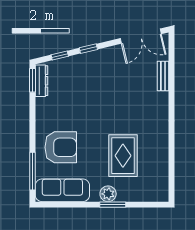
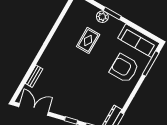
rug: (123, 156) -> (88, 40), width x0.73, depth x0.70
plant: (108, 194) -> (102, 17), moved

